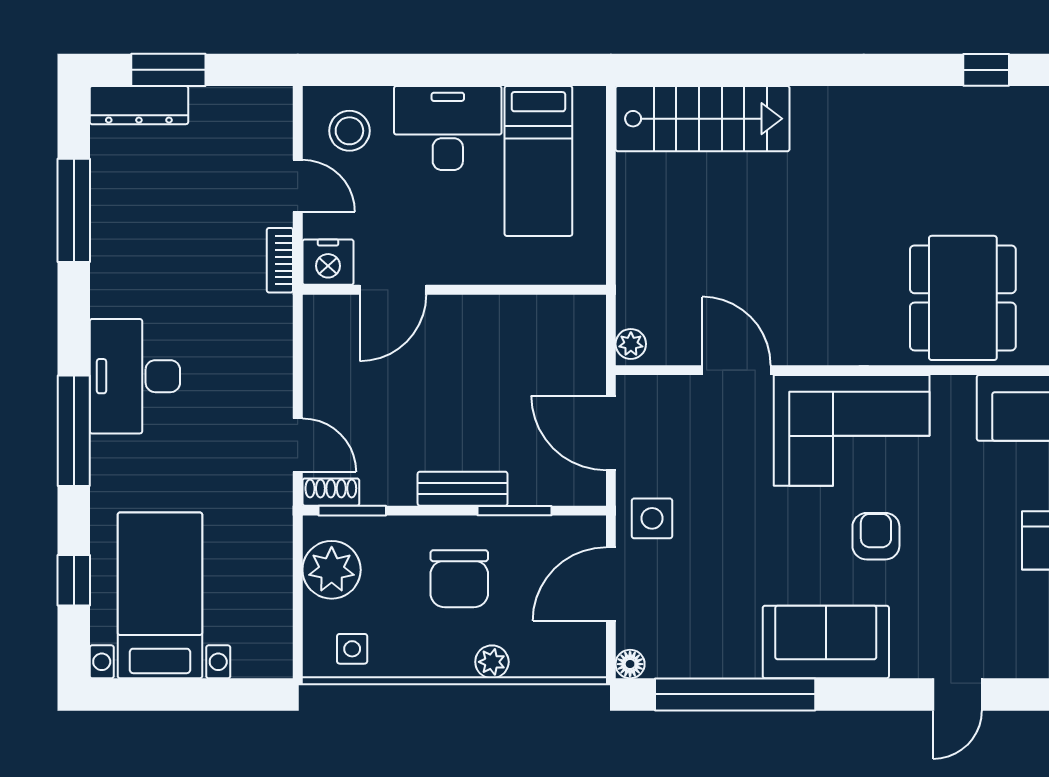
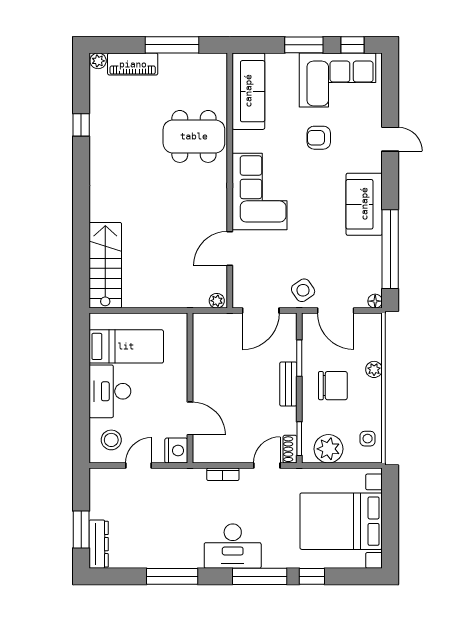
window: (74, 210) -> (172, 576), moved
bookcase: (280, 260) -> (223, 474), moved
side table: (652, 518) -> (303, 290), turned -35
armchair: (876, 536) -> (319, 138), moved
window: (74, 580) -> (312, 576), moved
bed with nightstands: (160, 595) -> (341, 521), width x1.36

